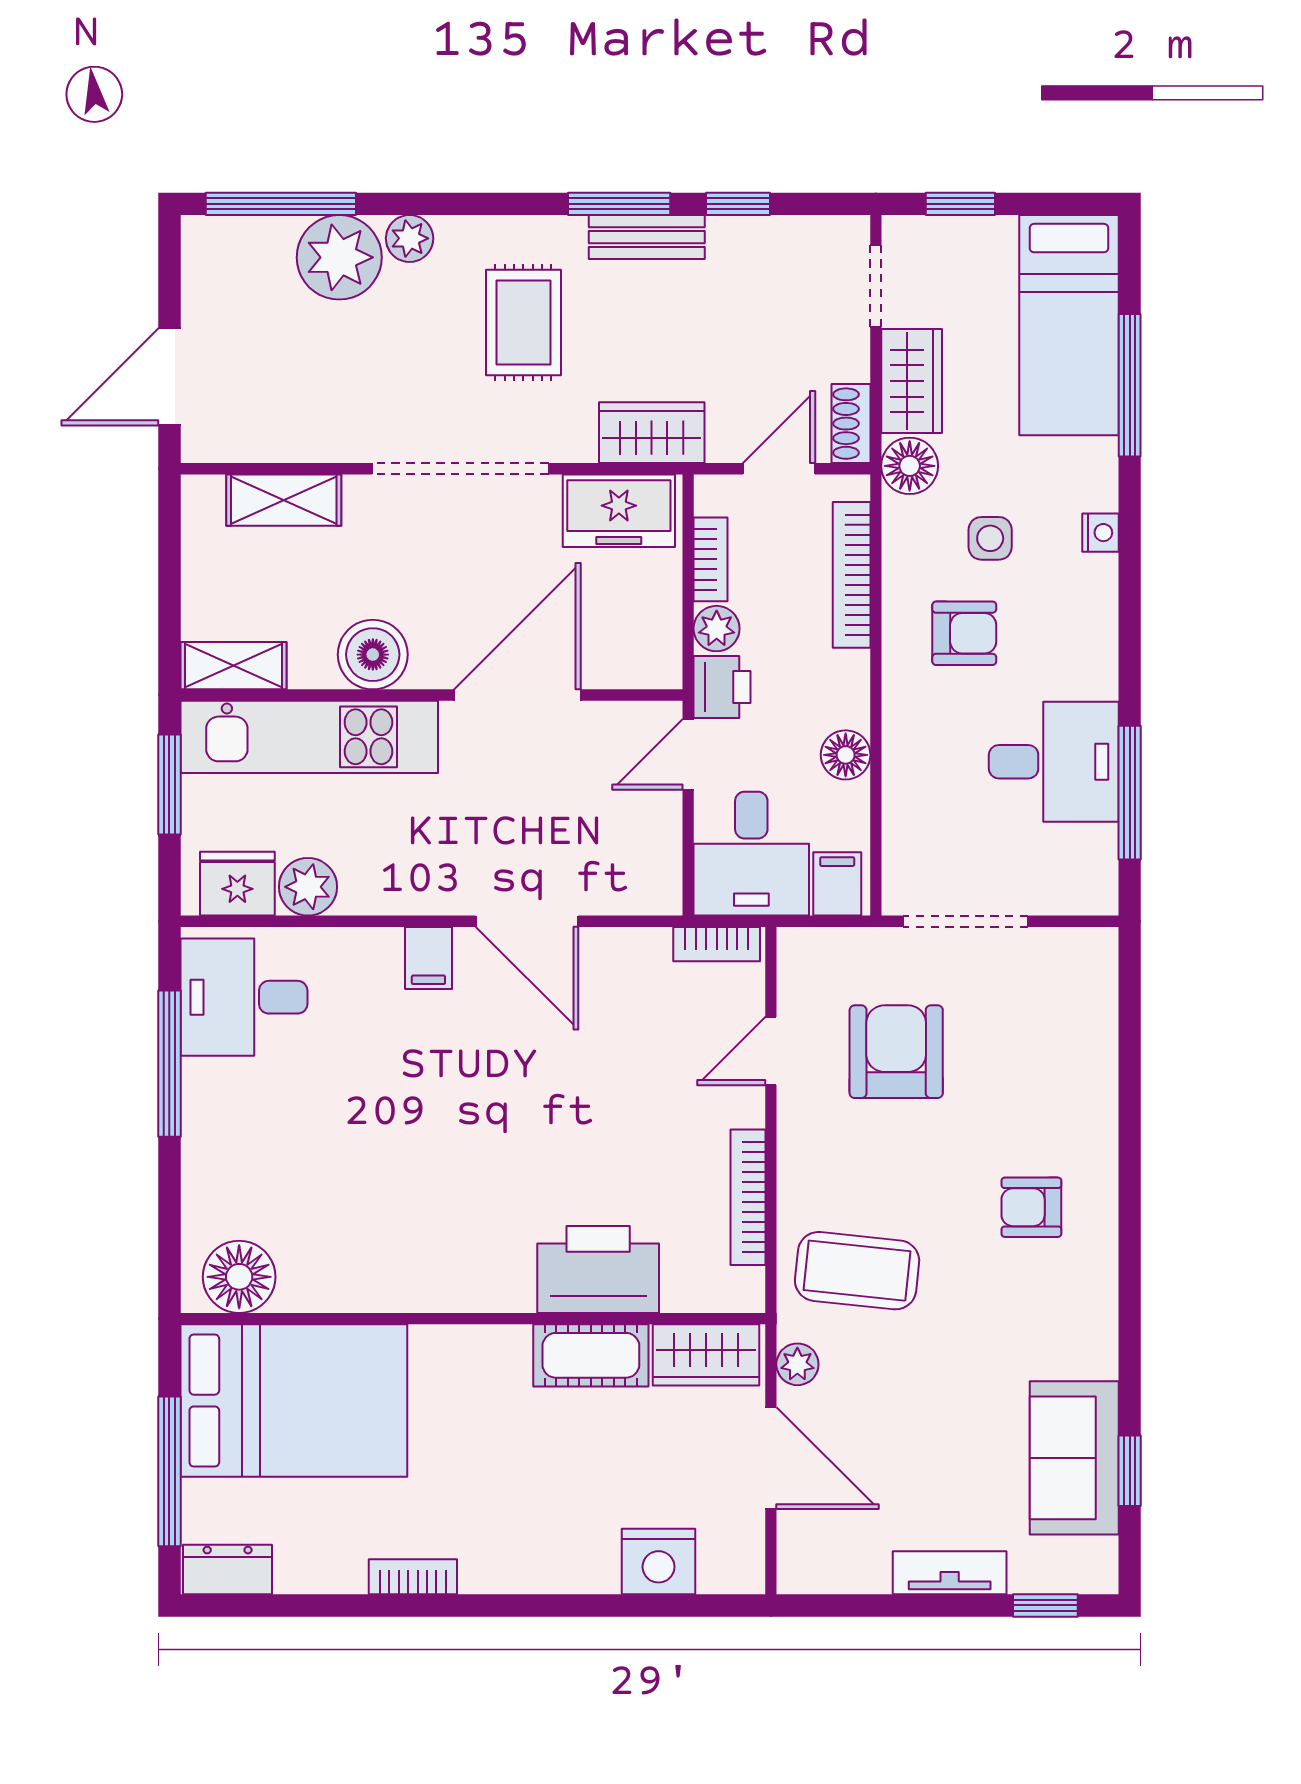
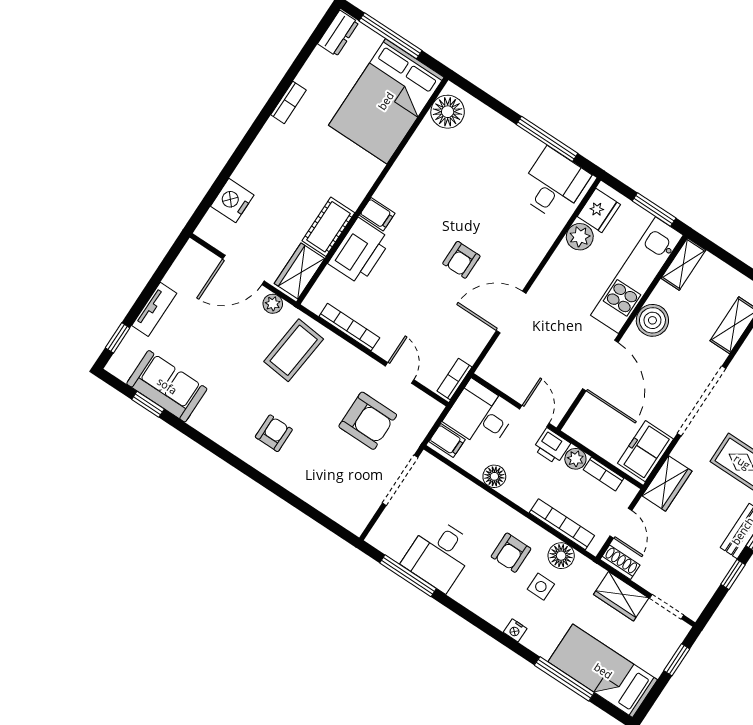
floor lamp: (910, 466) -> (561, 556), moved
filing cabinet: (428, 958) -> (377, 214), moved, turned 180
armchair: (492, 1074) -> (461, 260), added

